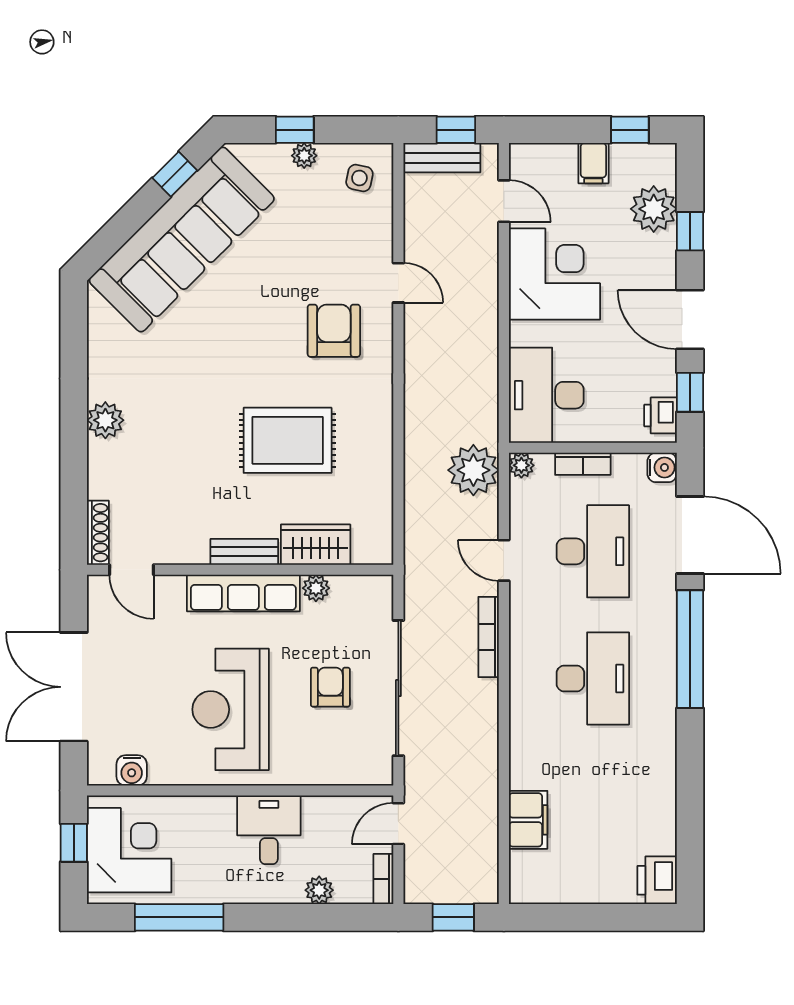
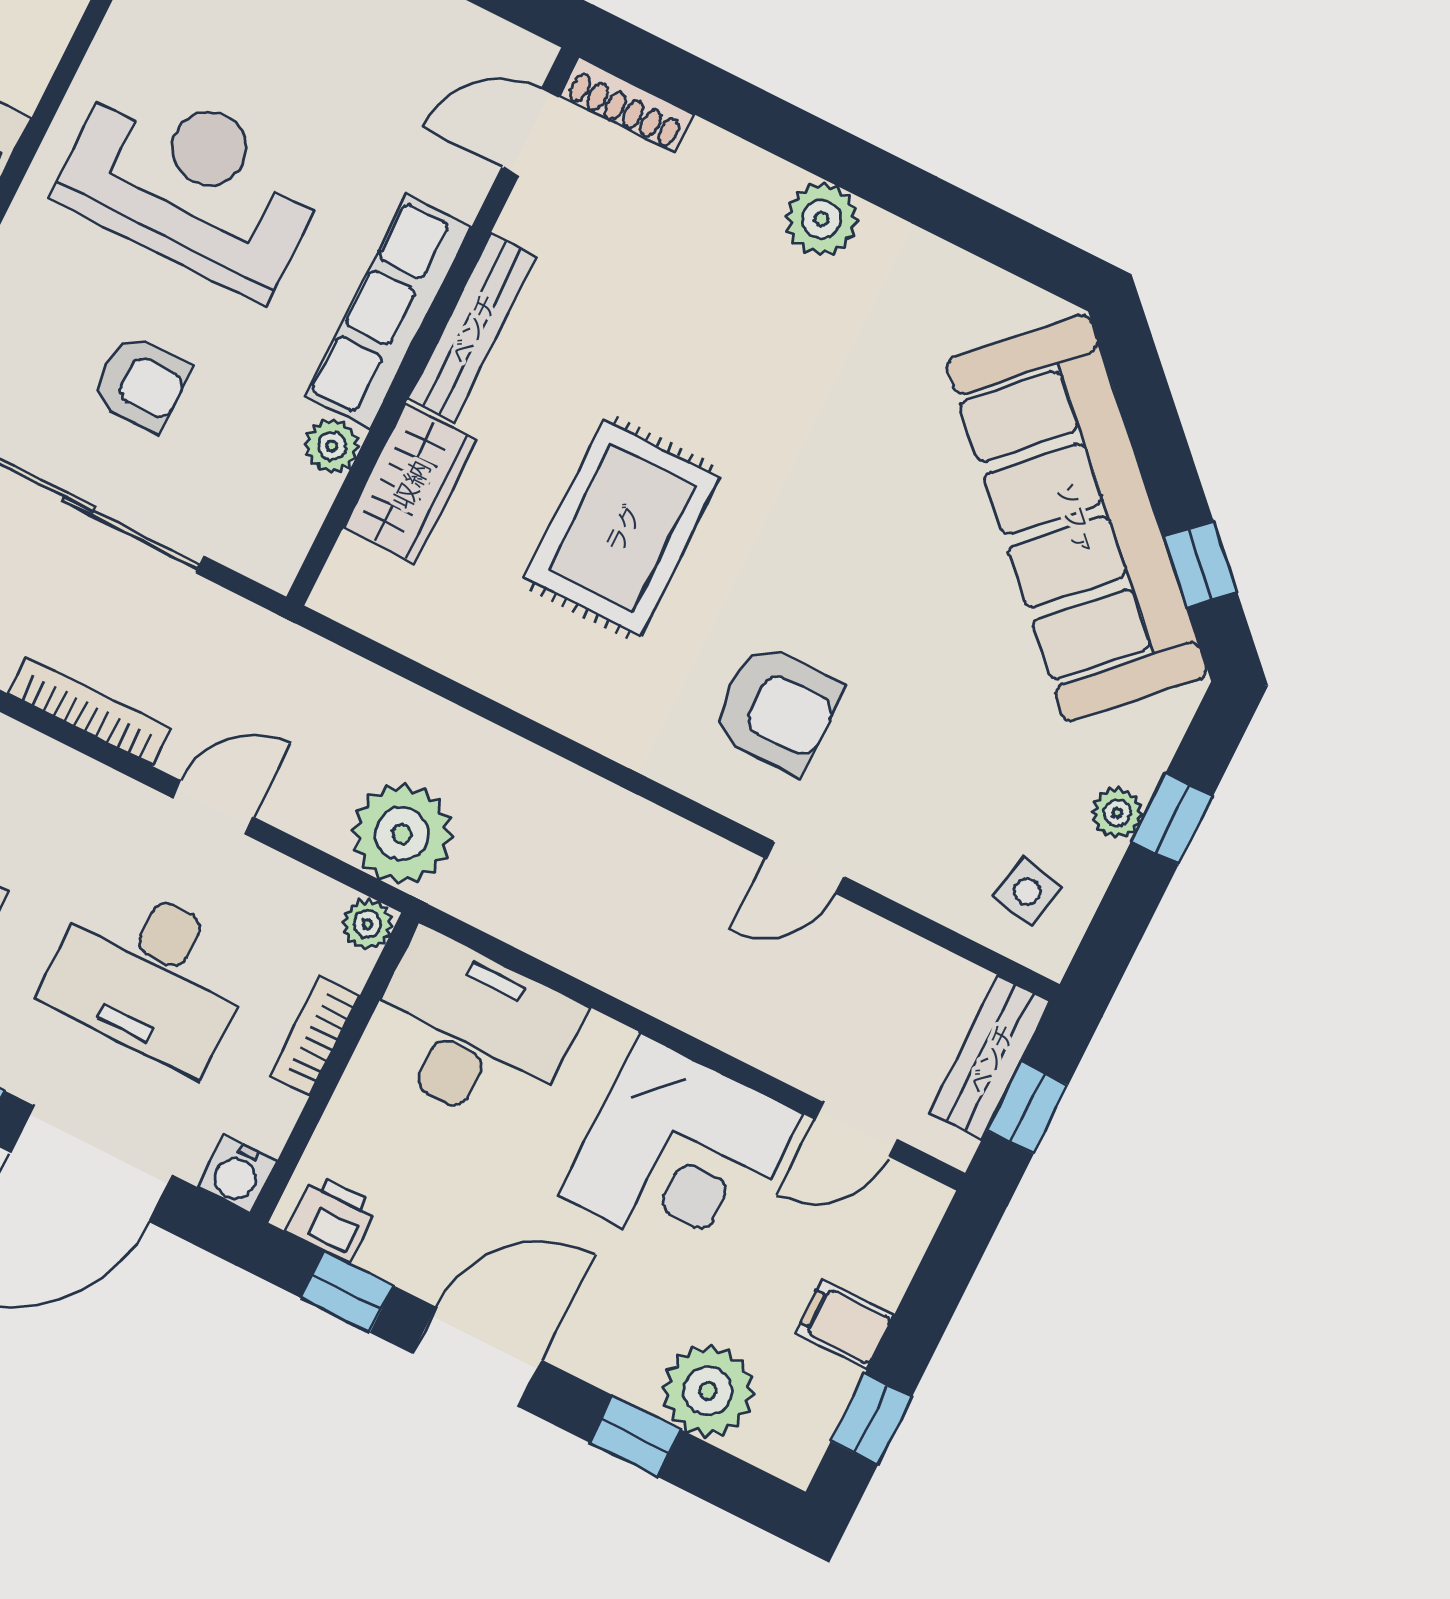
bench: (244, 552) -> (472, 328), width x1.36

